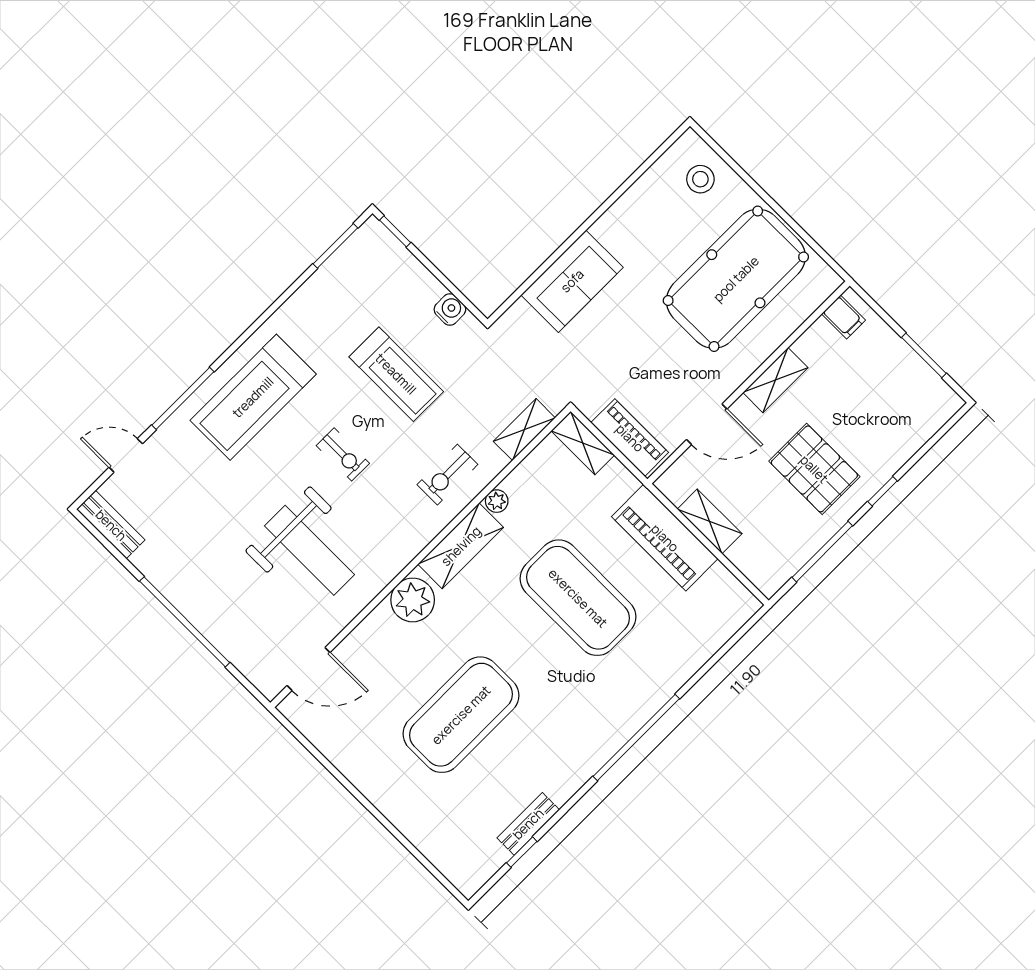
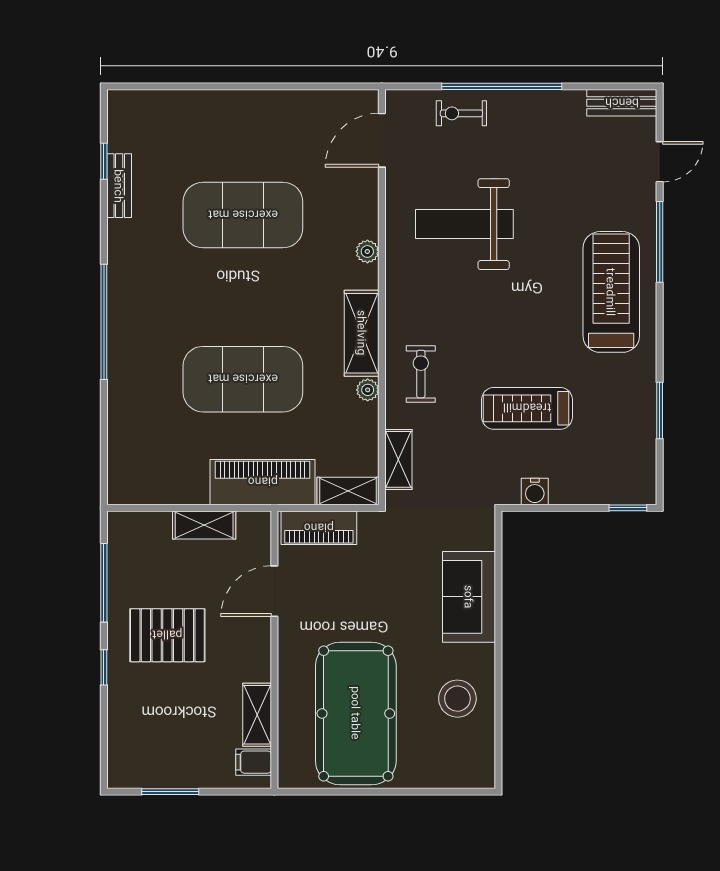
stool: (700, 179) -> (457, 699), moved, width x1.38, depth x1.38
window: (335, 246) -> (660, 411), moved
shelving: (775, 380) -> (257, 715), moved
exercise bike: (343, 454) -> (461, 113), moved
piano: (665, 538) -> (263, 482), moved
plant: (413, 600) -> (367, 251), width x0.53, depth x0.53
exercise mat: (461, 715) -> (243, 215), turned 90

